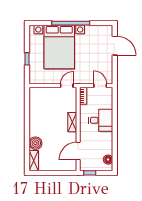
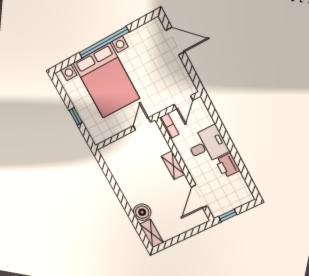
door: (100, 86) -> (184, 102), swing flipped
printer: (107, 140) -> (228, 165), added
floor lamp: (108, 159) -> (242, 189), removed

